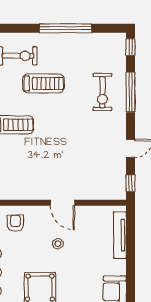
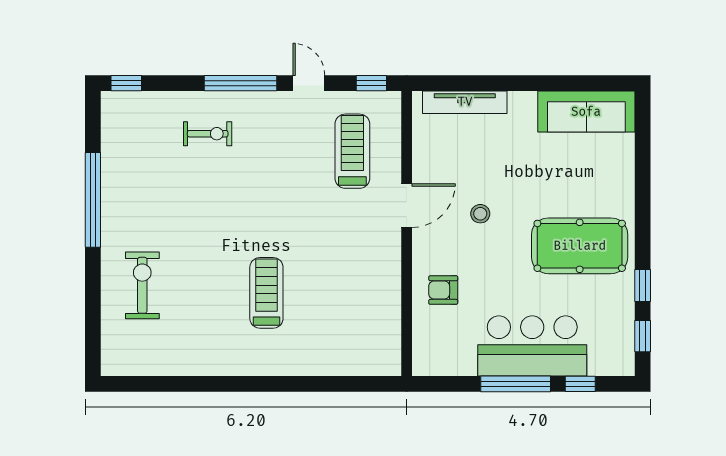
treadmill: (43, 83) -> (352, 151), moved
exercise bike: (102, 92) -> (208, 134), width x0.73, depth x0.72
window: (130, 92) -> (241, 83), moved

